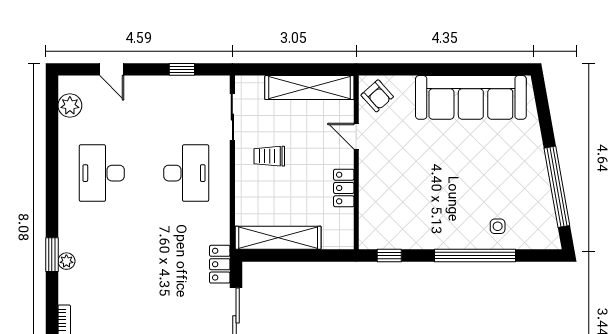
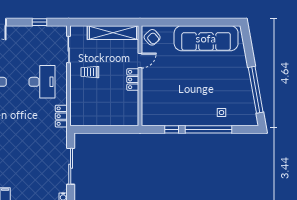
door: (356, 136) -> (140, 61), swing flipped
locker: (344, 188) -> (133, 80), moved
shelving: (278, 238) -> (95, 119), removed
window: (389, 255) -> (172, 129), moved
locker: (220, 264) -> (61, 116), moved

